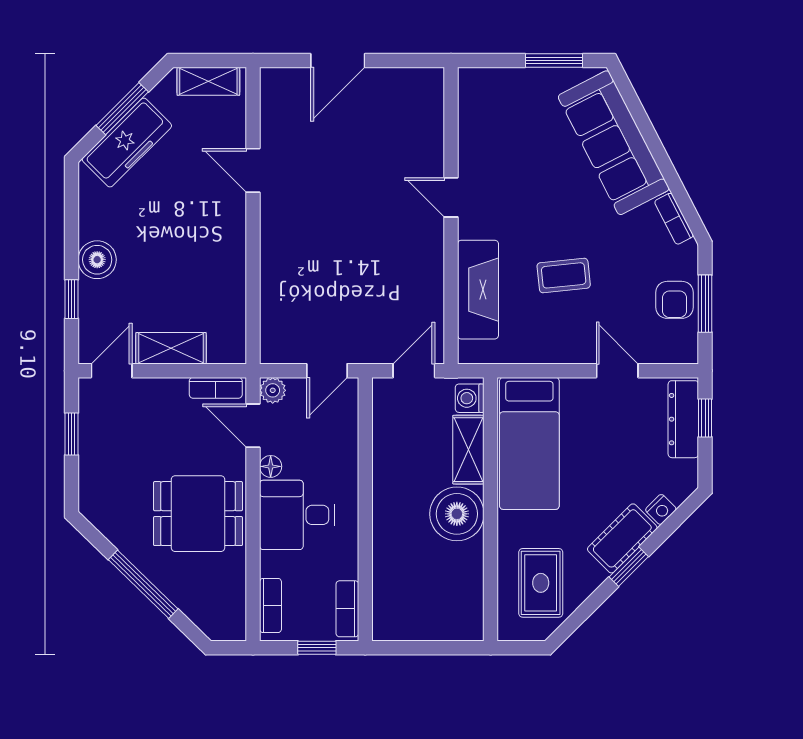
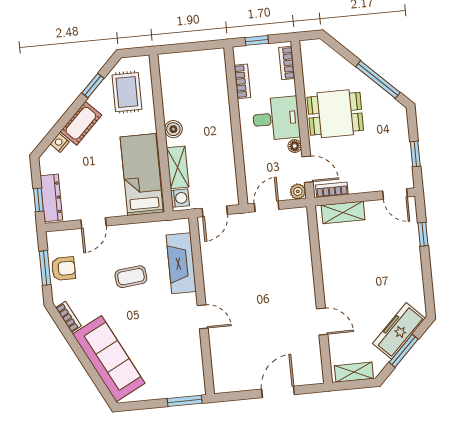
window: (554, 60) -> (185, 401), moved
boiler: (97, 260) -> (410, 259), removed
armchair: (674, 300) -> (63, 269), turned 90
shelving: (171, 348) -> (343, 212), moved
door: (112, 371) -> (395, 194), hinge flipped
door: (617, 371) -> (94, 223), hinge flipped
boiler: (457, 514) -> (173, 129), width x0.54, depth x0.54
window: (629, 567) -> (93, 86), moved
window: (143, 584) -> (378, 80), moved
bookcase: (347, 609) -> (242, 81), moved

